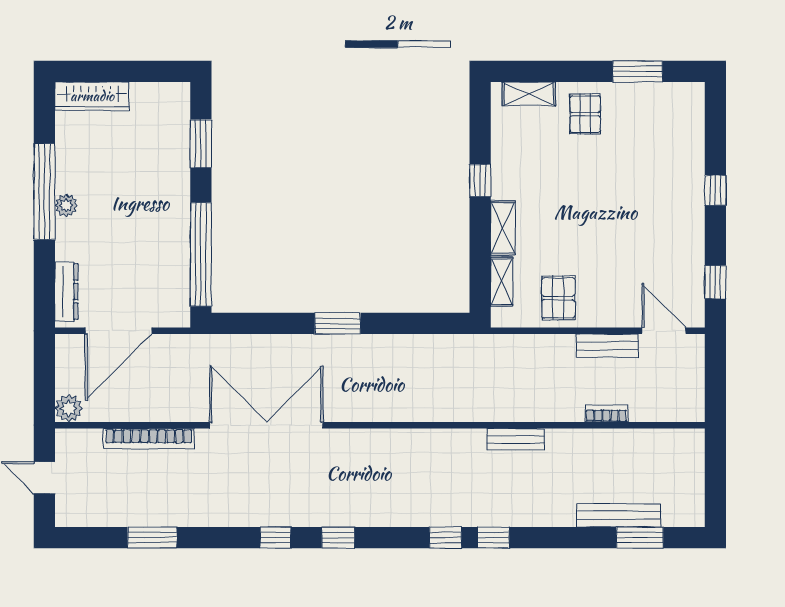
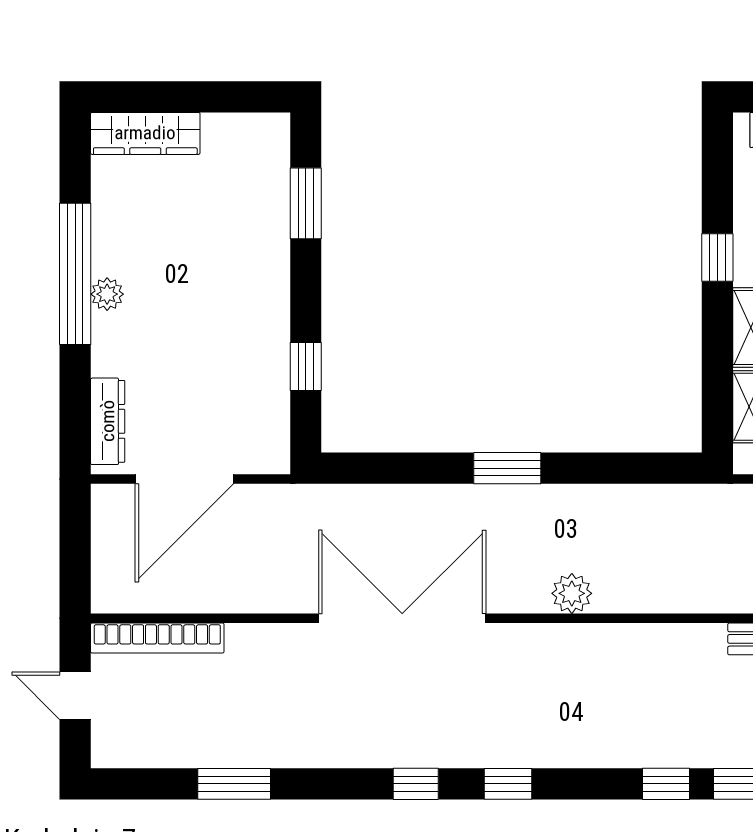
window: (201, 254) -> (306, 367), width x0.32
plant: (69, 408) -> (572, 593), moved
bookcase: (149, 439) -> (157, 638), moved

